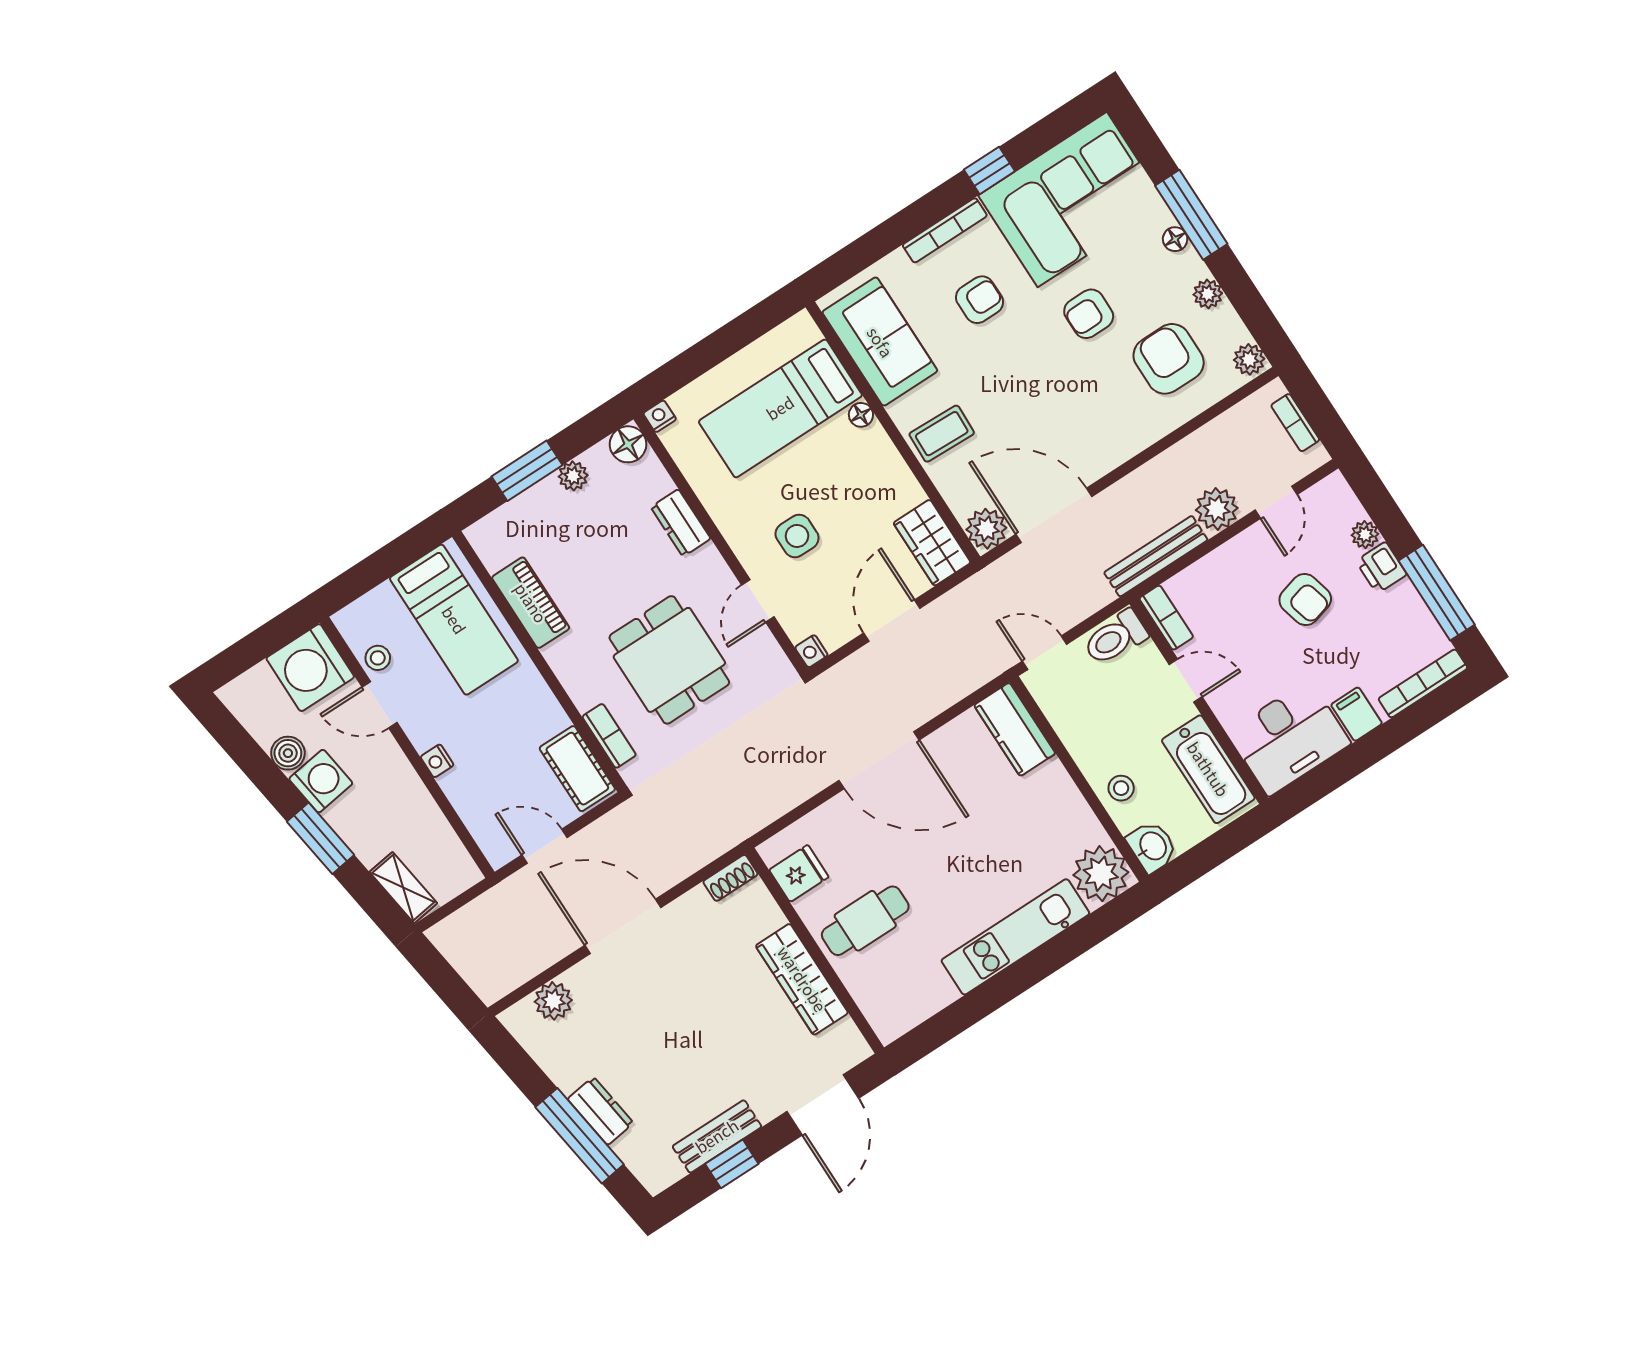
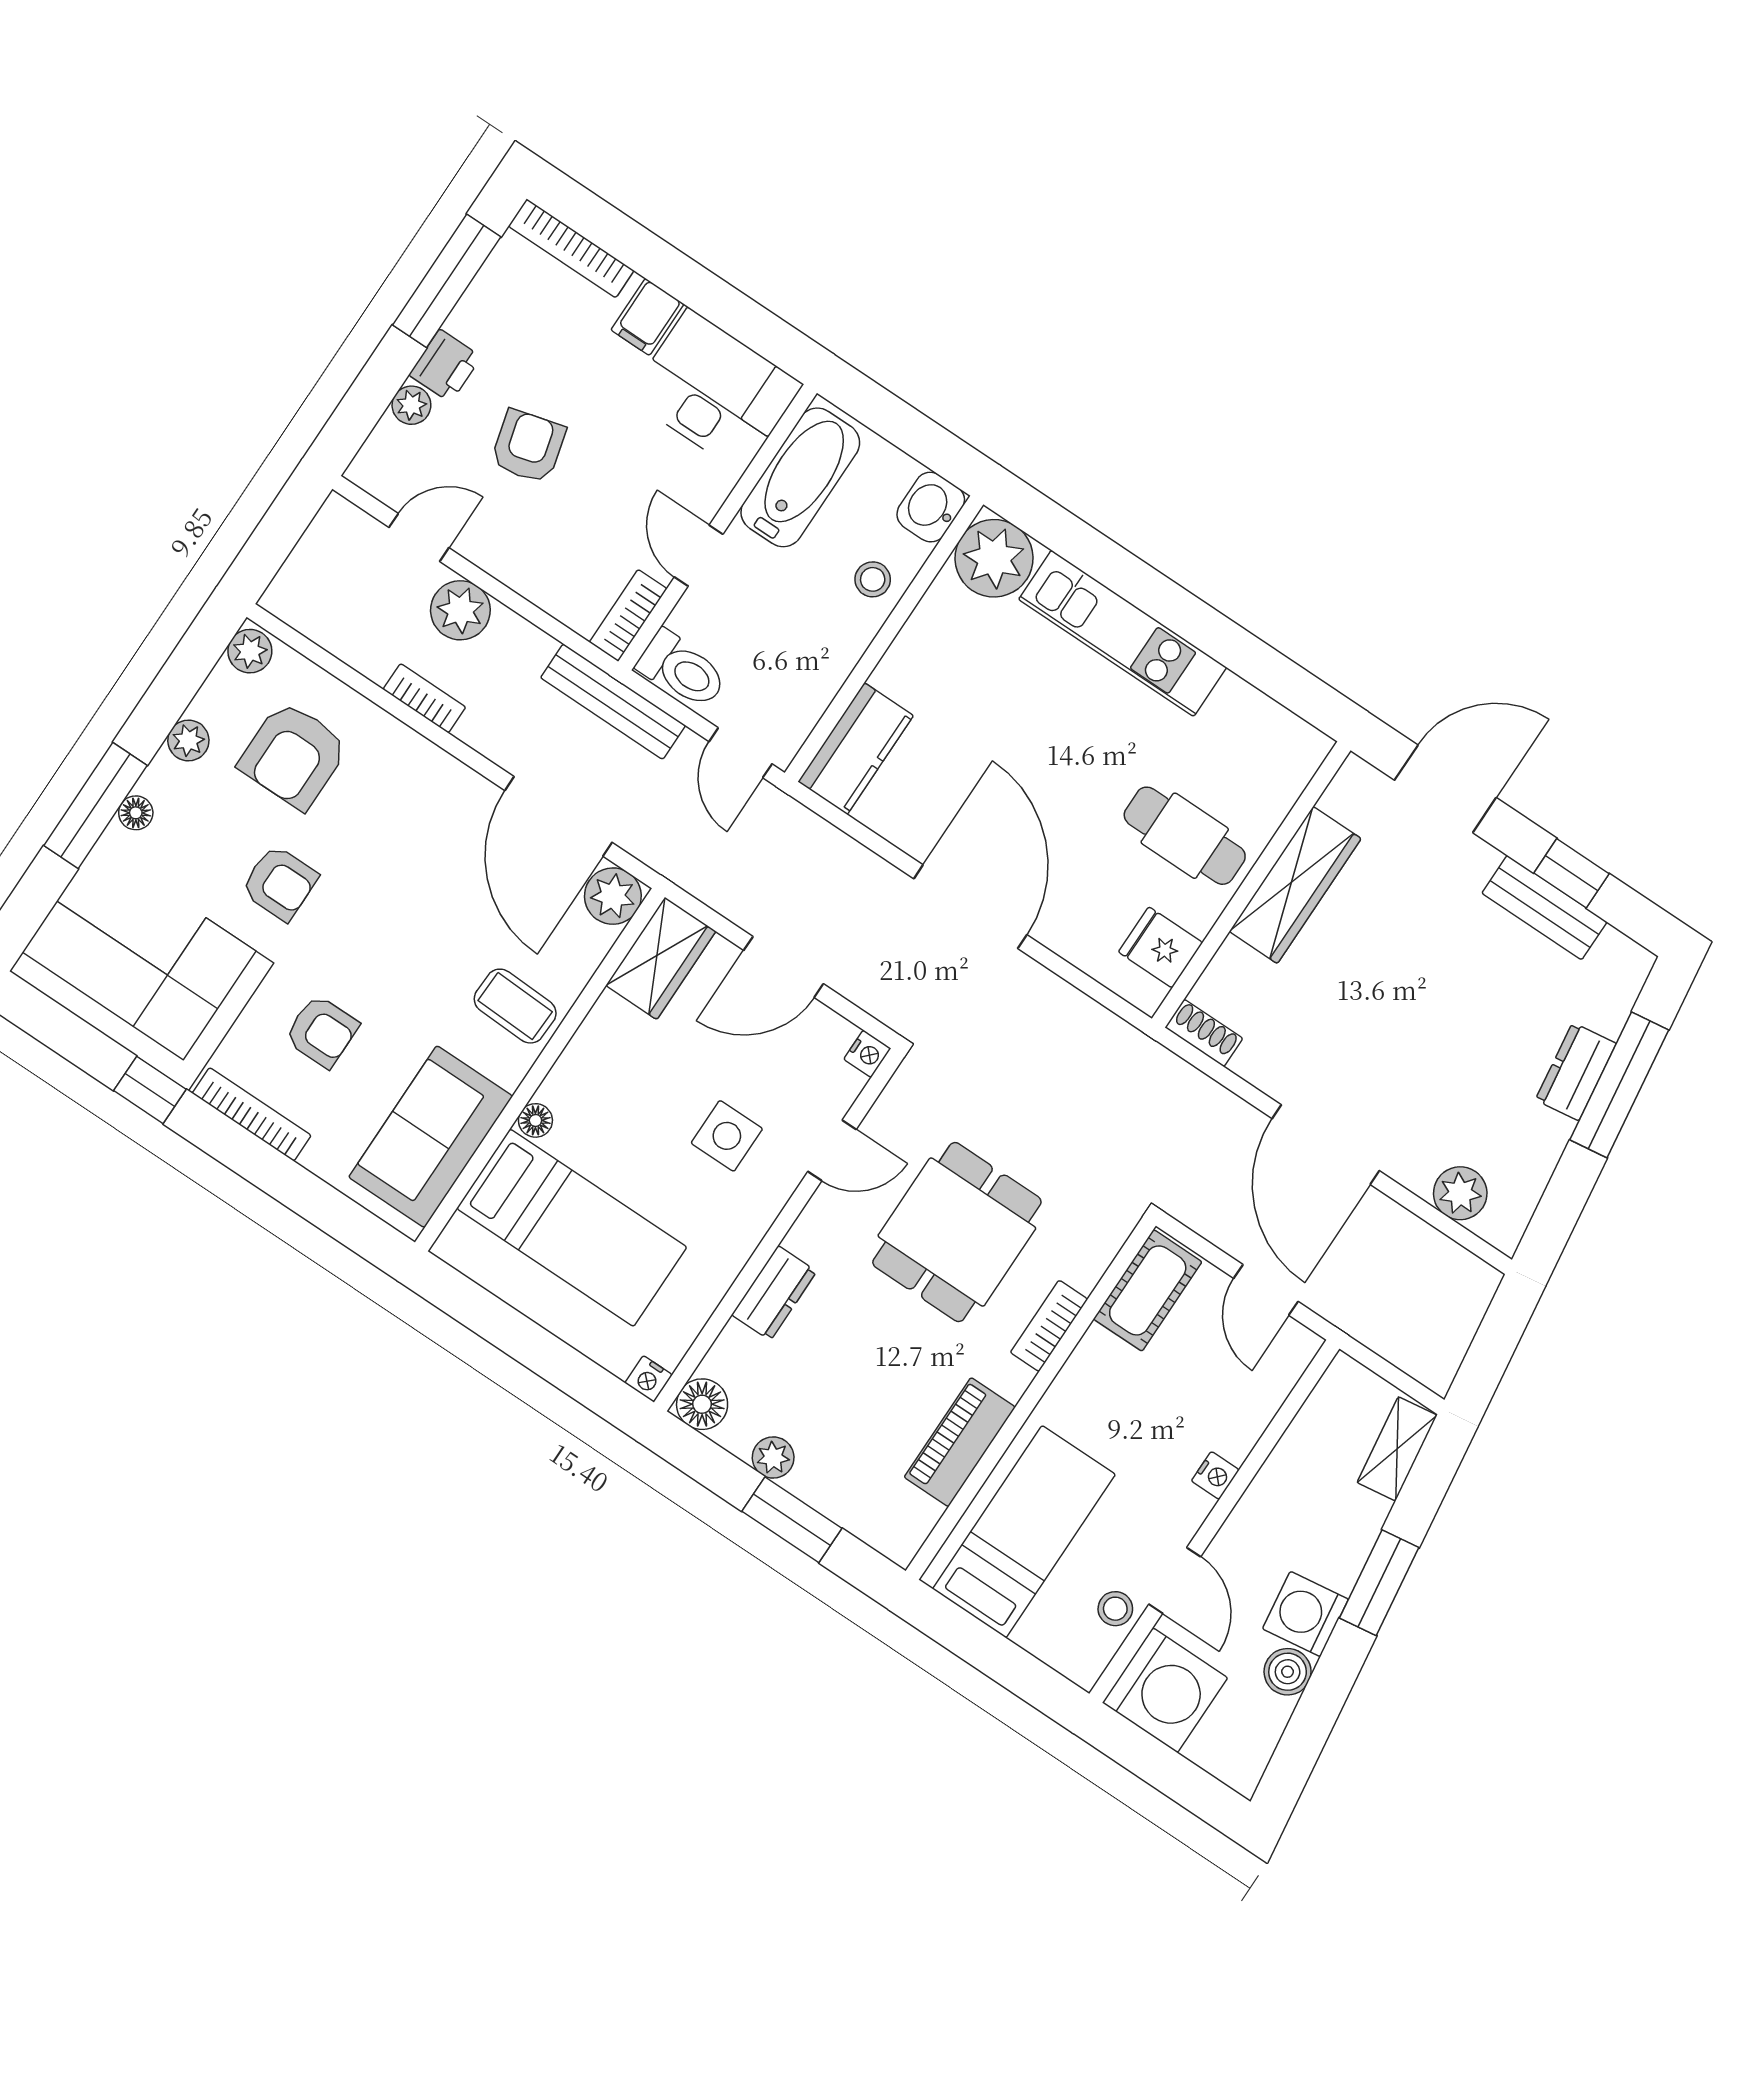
armchair: (980, 300) -> (322, 1031), turned 180
bookcase: (1295, 423) -> (424, 698), moved, turned -90
bench: (1156, 556) -> (613, 702), moved
bookcase: (609, 736) -> (1049, 1326), moved

